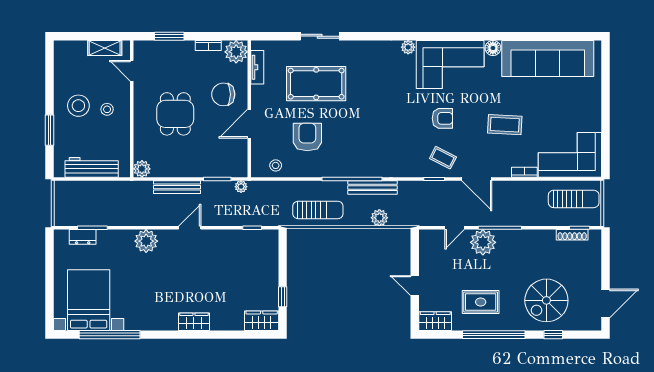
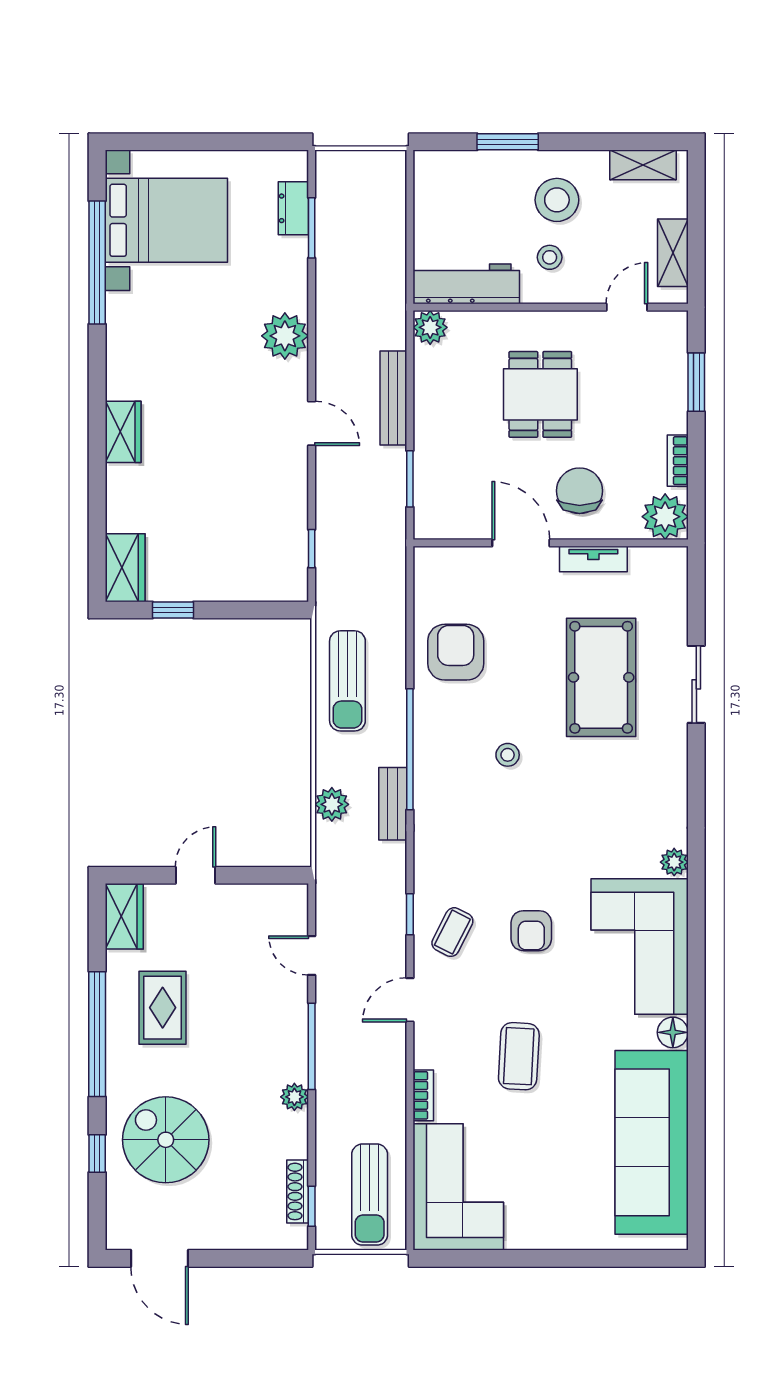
shelving: (61, 63) -> (643, 165), added
tv unit: (257, 67) -> (593, 559), moved
dining table: (175, 114) -> (540, 394), turned 90
armchair: (307, 137) -> (456, 652), moved, turned -90
stool: (276, 165) -> (508, 755), moved
workbench: (92, 167) -> (466, 284), moved, turned -90
door: (477, 179) -> (410, 1000), width x0.73
plant: (241, 187) -> (394, 526), removed
bench: (372, 187) -> (393, 804), width x0.73
plant: (483, 242) -> (294, 1097), moved, width x0.53, depth x0.53

